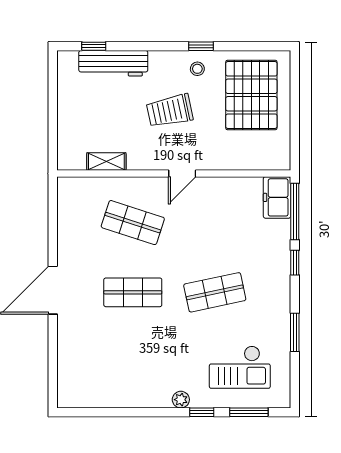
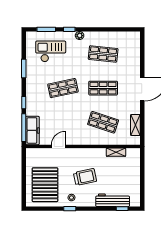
door: (182, 173) -> (58, 146), moved
freezer: (277, 197) -> (32, 130), width x1.40
shelving: (67, 217) -> (135, 125), added
shop shelf: (133, 362) -> (103, 54), added

